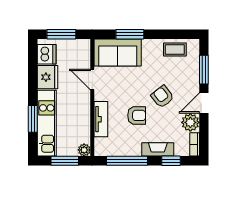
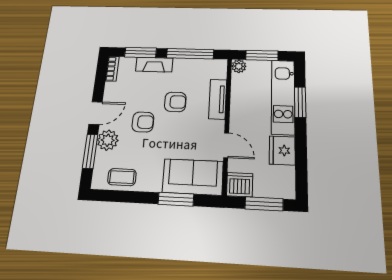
dishwasher: (47, 54) -> (240, 185), moved, turned 90
armchair: (162, 97) -> (143, 122), turned -52
armchair: (137, 115) -> (175, 102), turned 180
plant: (190, 122) -> (108, 140), moved
window: (171, 161) -> (141, 53), width x1.50

